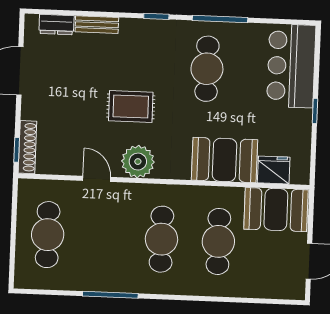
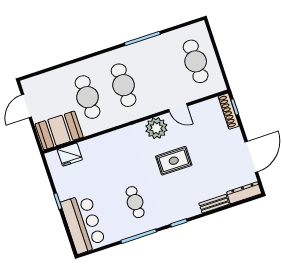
dresser: (57, 25) -> (244, 193), width x1.44
cafe table: (207, 69) -> (135, 202), width x0.73, depth x0.74
booth: (225, 160) -> (103, 149), removed

